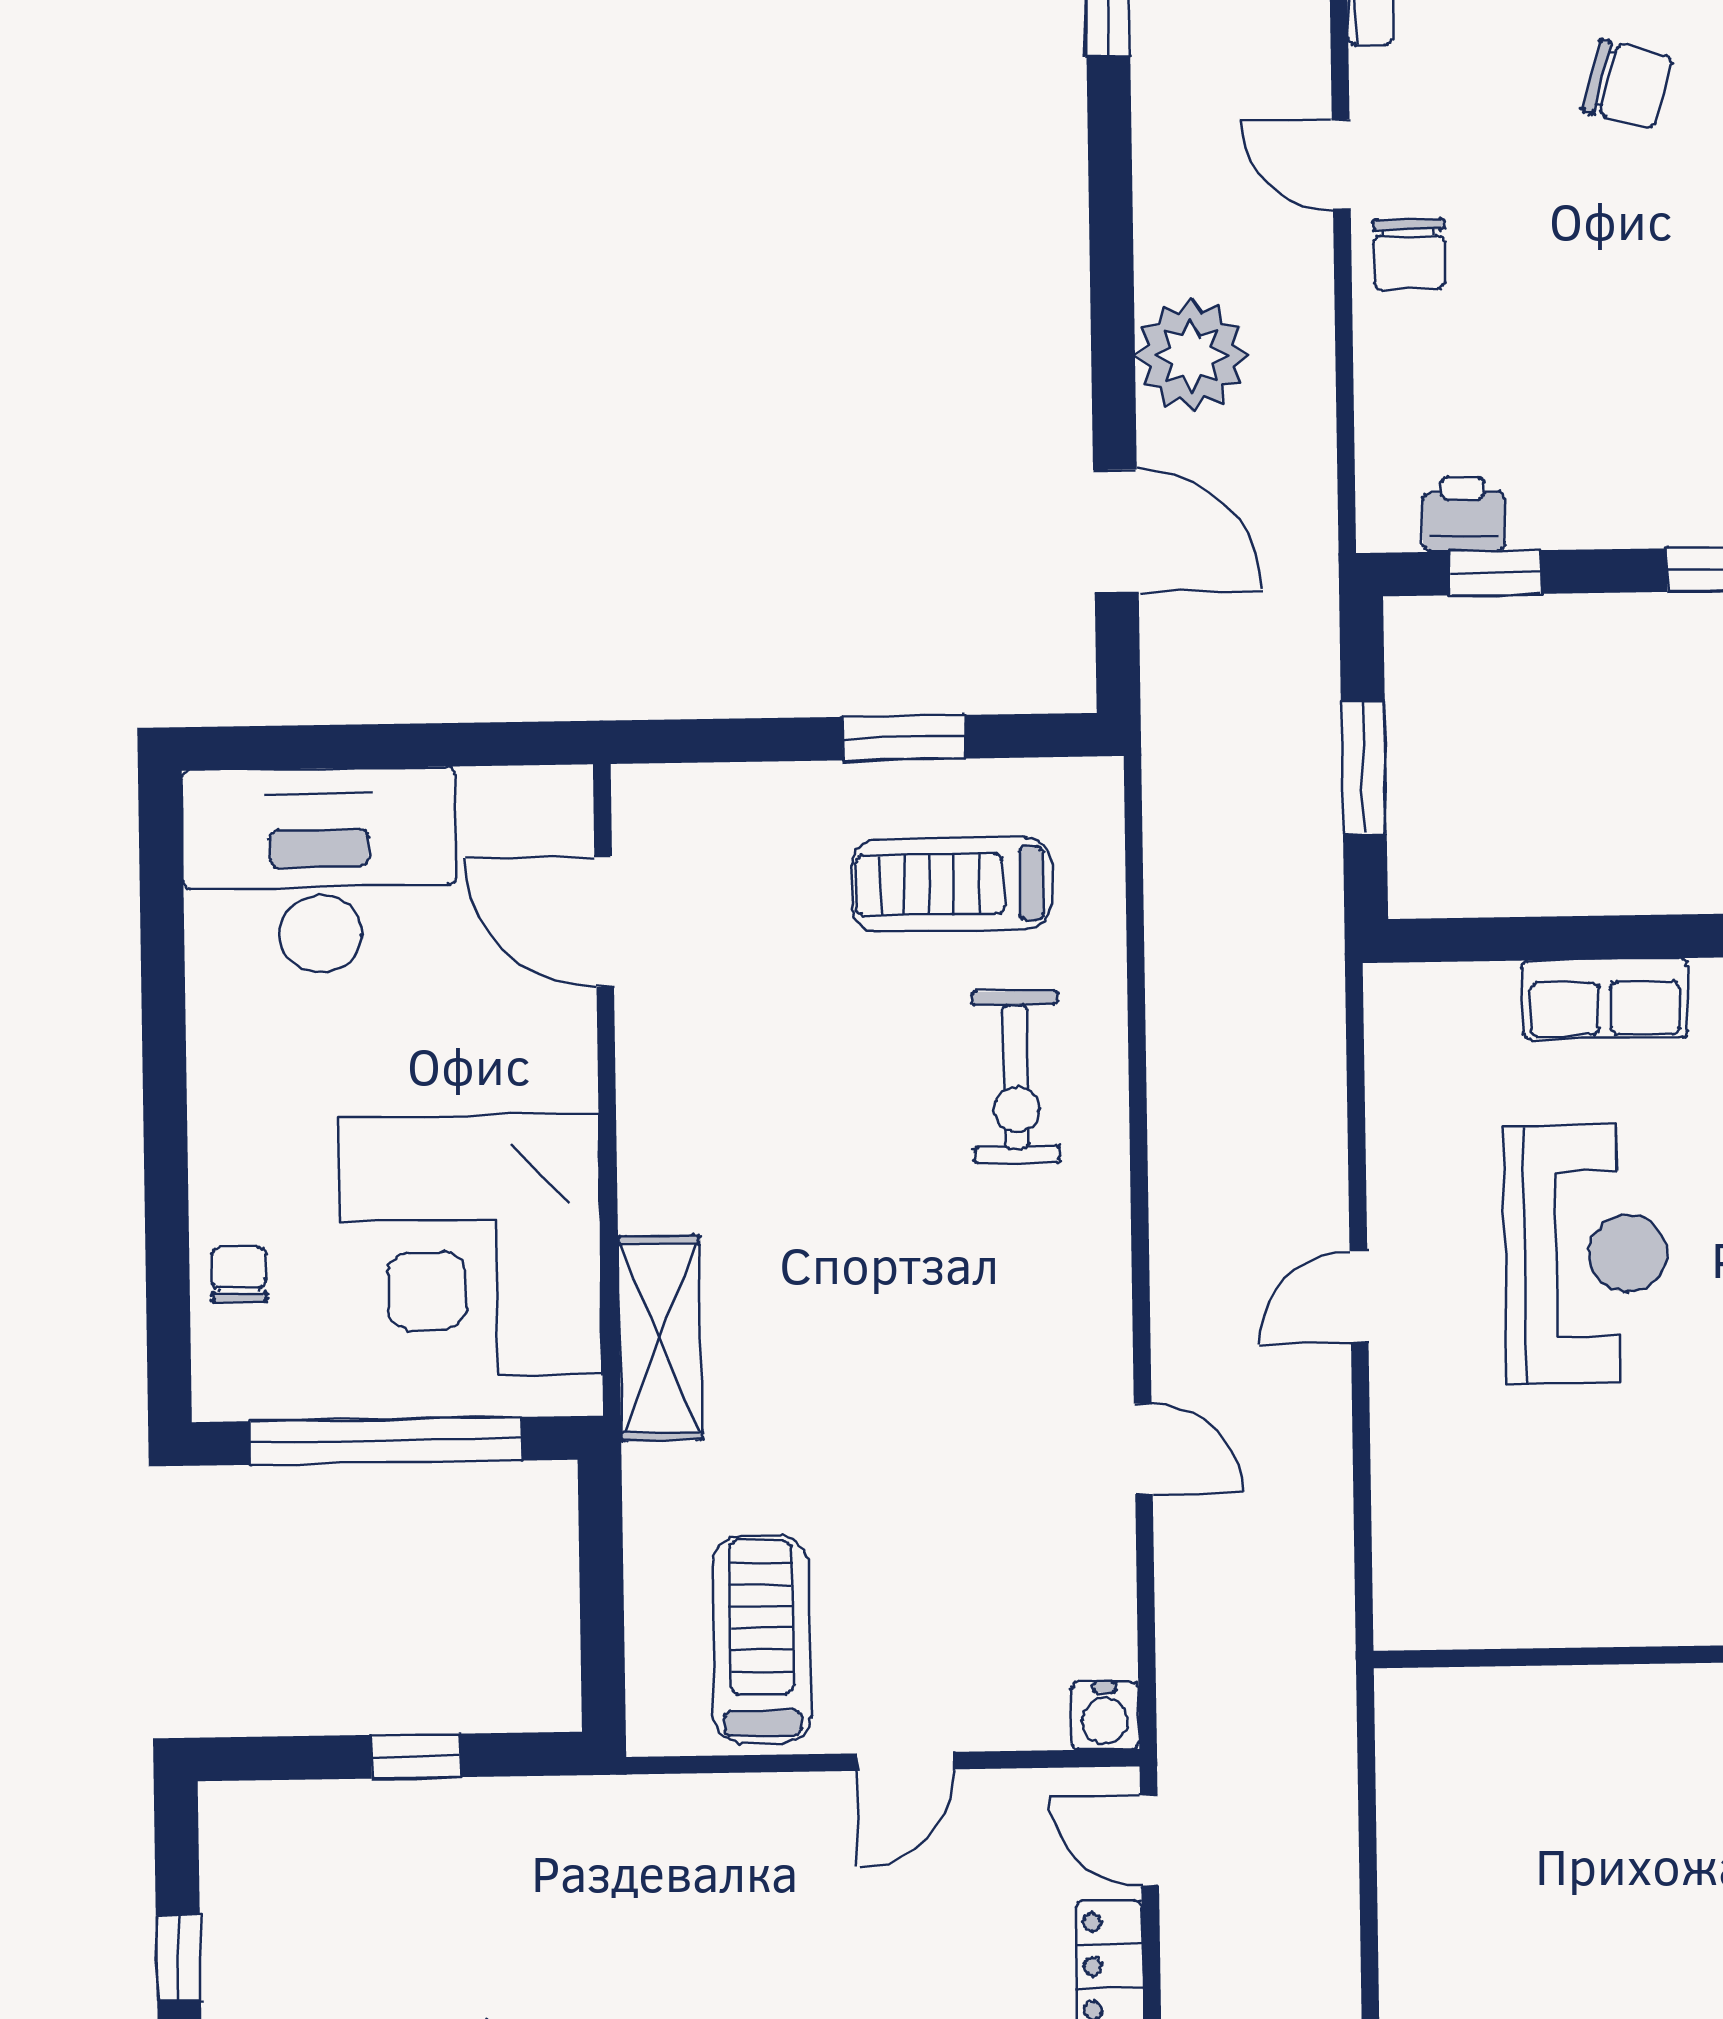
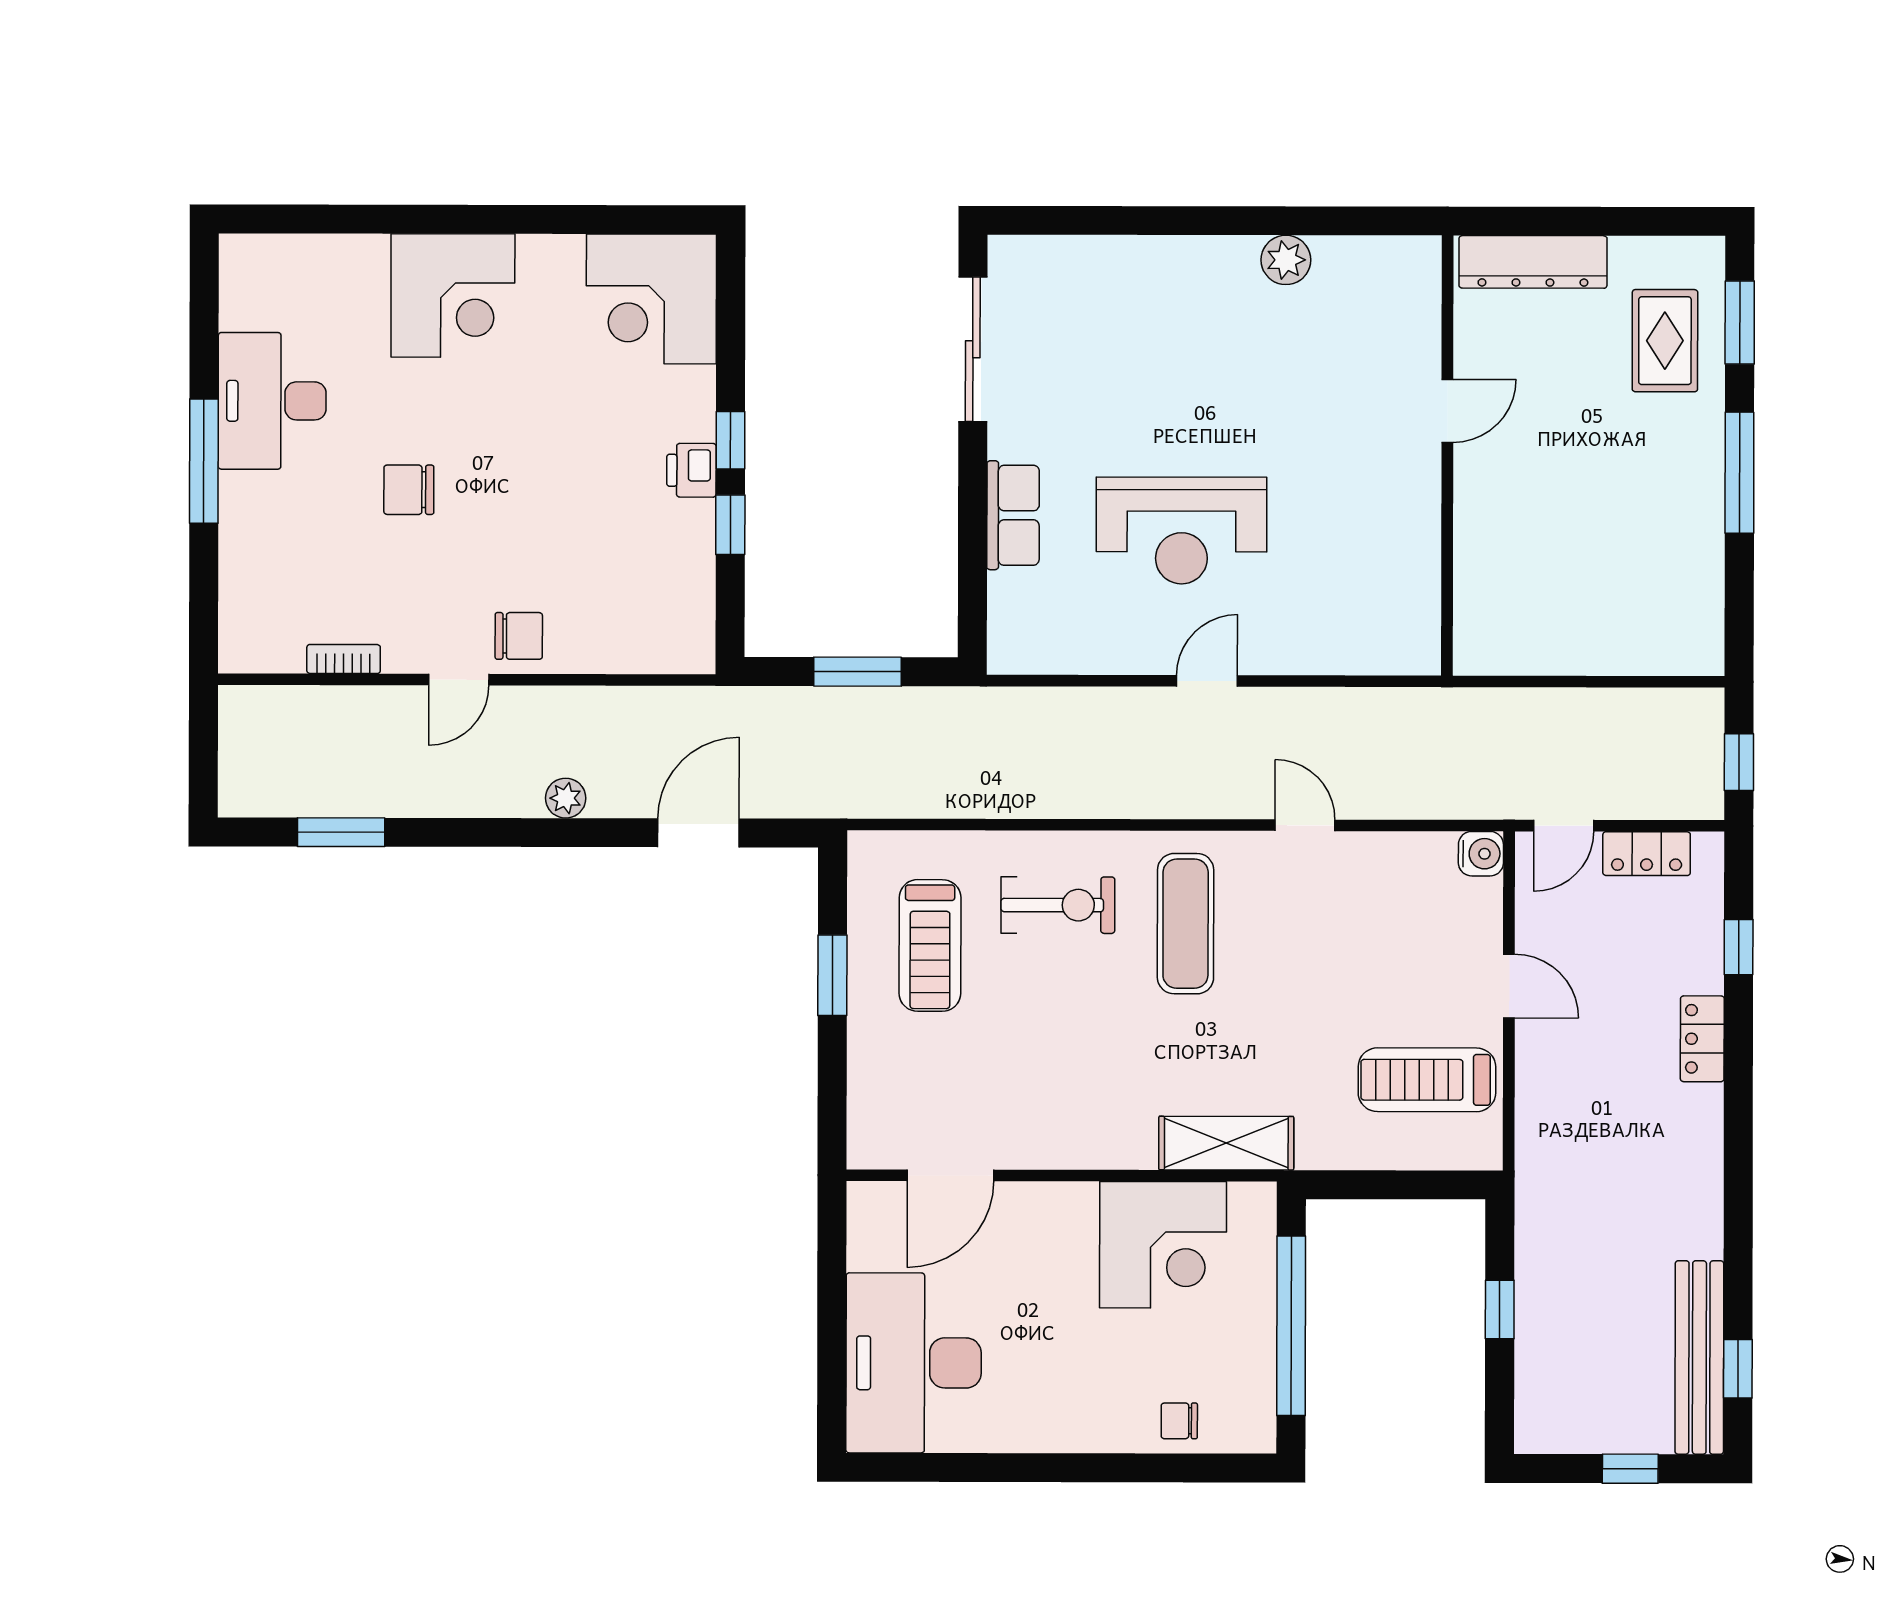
chair: (1627, 84) -> (409, 490), turned -105
plant: (1192, 356) -> (566, 798), width x0.53, depth x0.53
printer: (1463, 514) -> (691, 470), moved
window: (1495, 573) -> (730, 525), moved
corner desk: (470, 1246) -> (1163, 1245), width x0.74, depth x0.74
reception desk: (1586, 1254) -> (1181, 530), turned 180
exercise mat: (991, 1271) -> (1186, 924), added
door: (1359, 1297) -> (1207, 681), swing flipped
door: (1143, 1449) -> (1305, 825), hinge flipped

